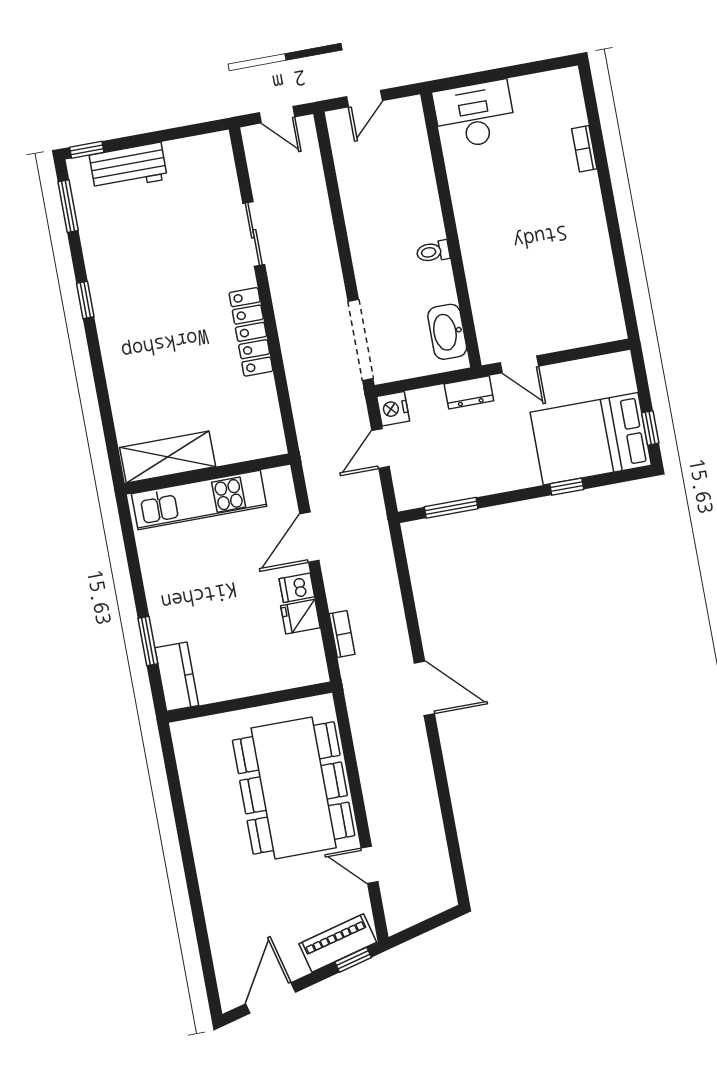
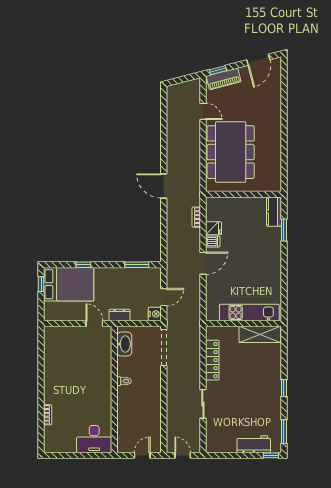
shelving: (168, 457) -> (260, 334), moved
wall: (207, 474) -> (243, 323), moved
kitchen unit: (199, 500) -> (249, 312), moved

